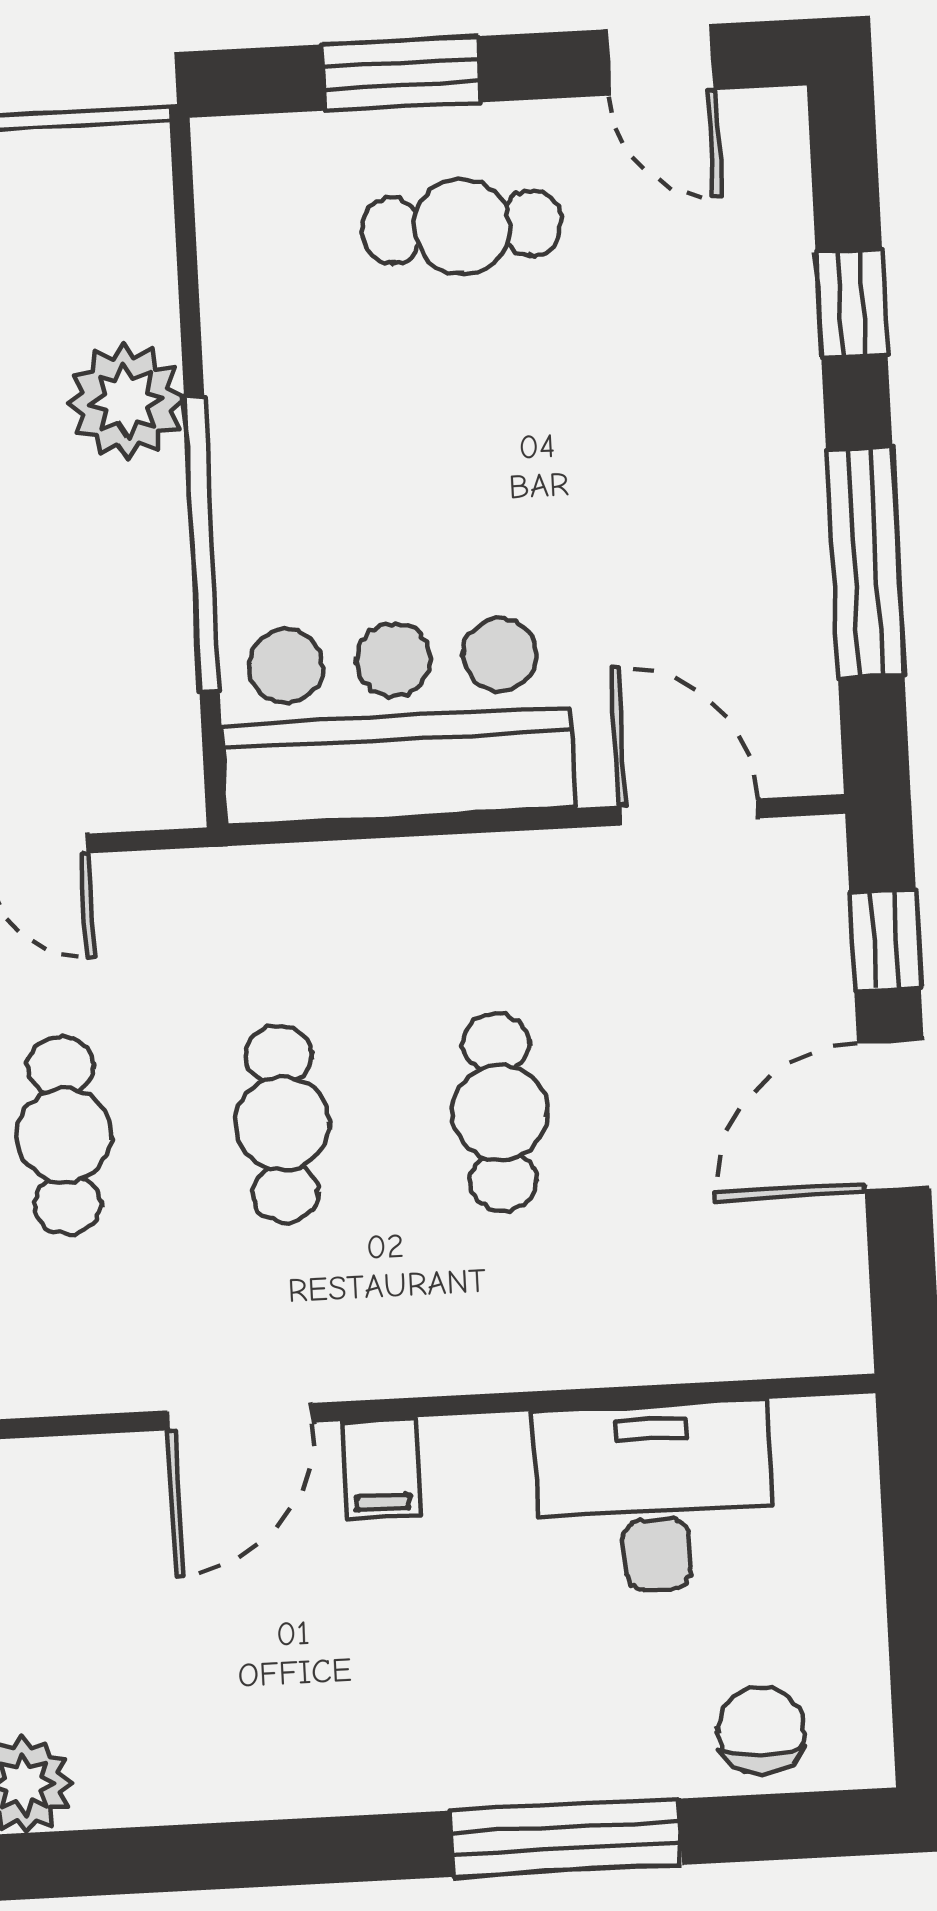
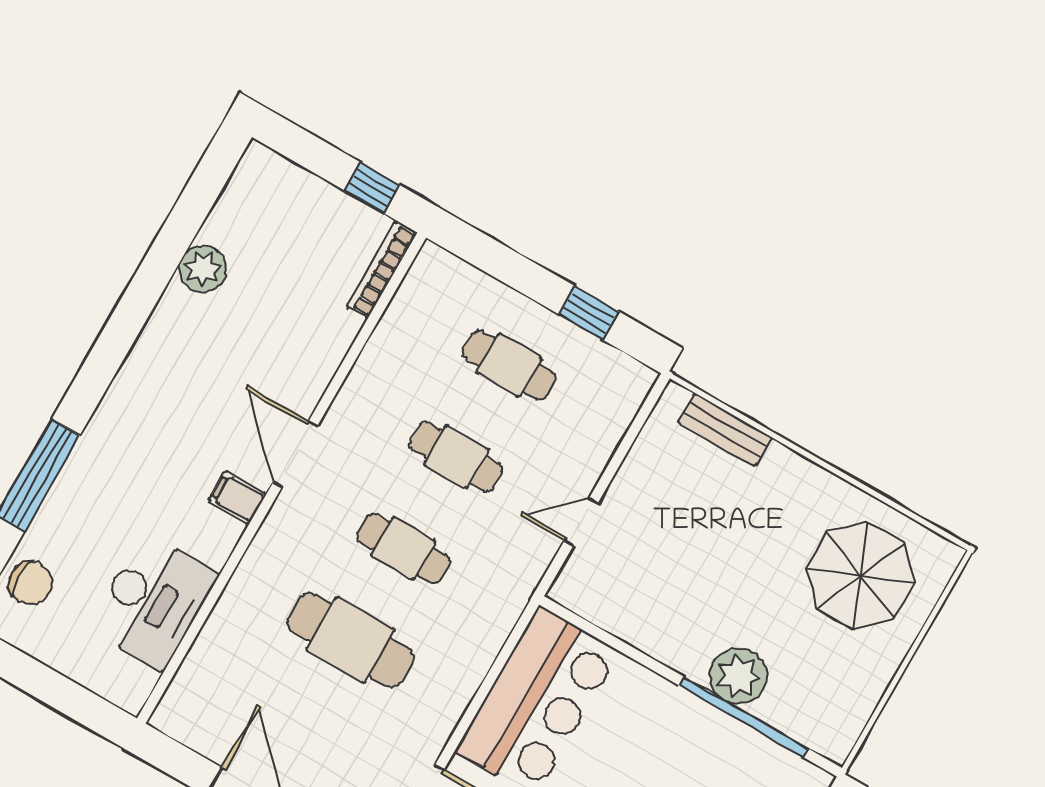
window: (202, 544) -> (743, 717), moved
cafe table: (500, 1112) -> (350, 640), width x1.37, depth x1.35

